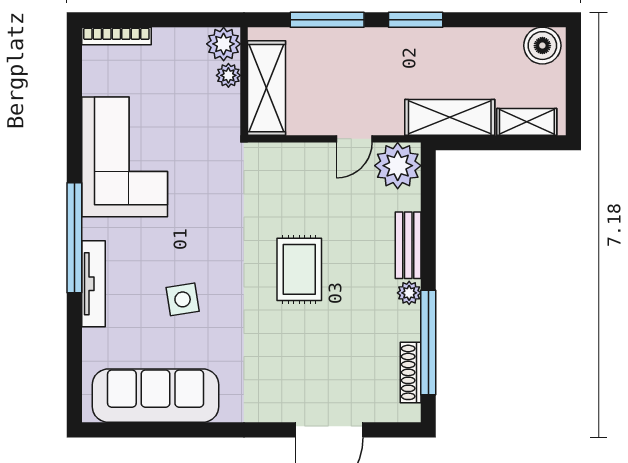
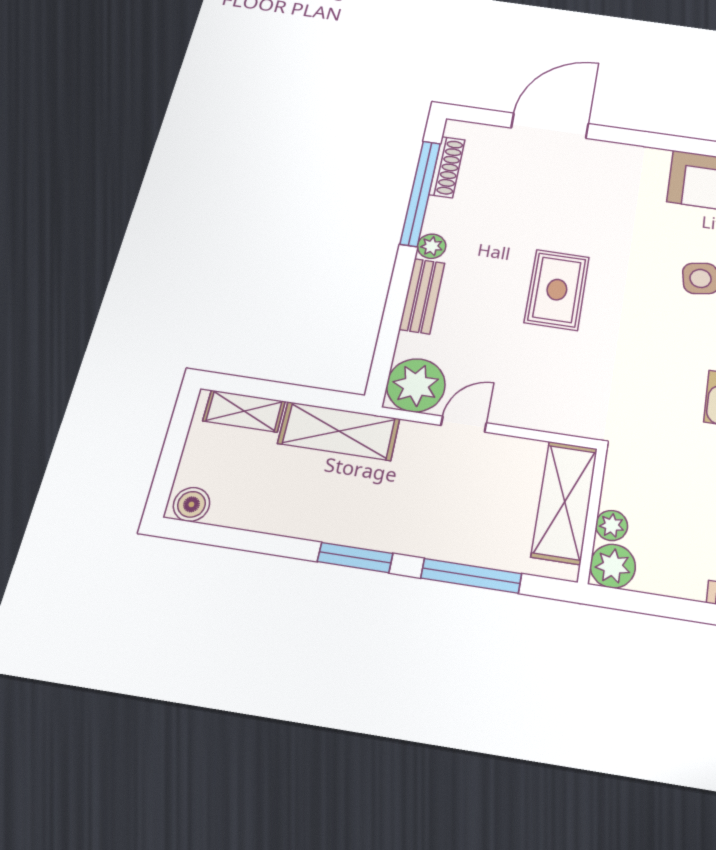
boiler: (542, 46) -> (191, 504), width x0.73, depth x0.73

